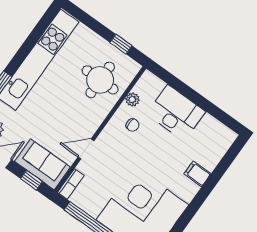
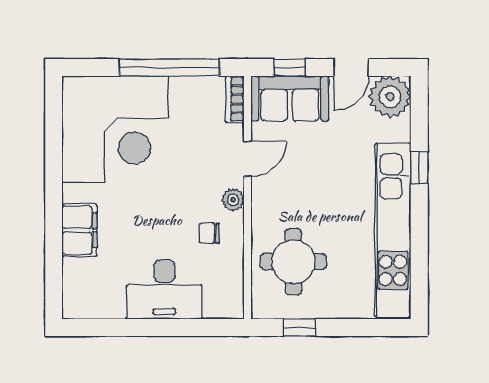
plant: (132, 100) -> (233, 200), moved
filing cabinet: (197, 174) -> (79, 230), width x2.00

